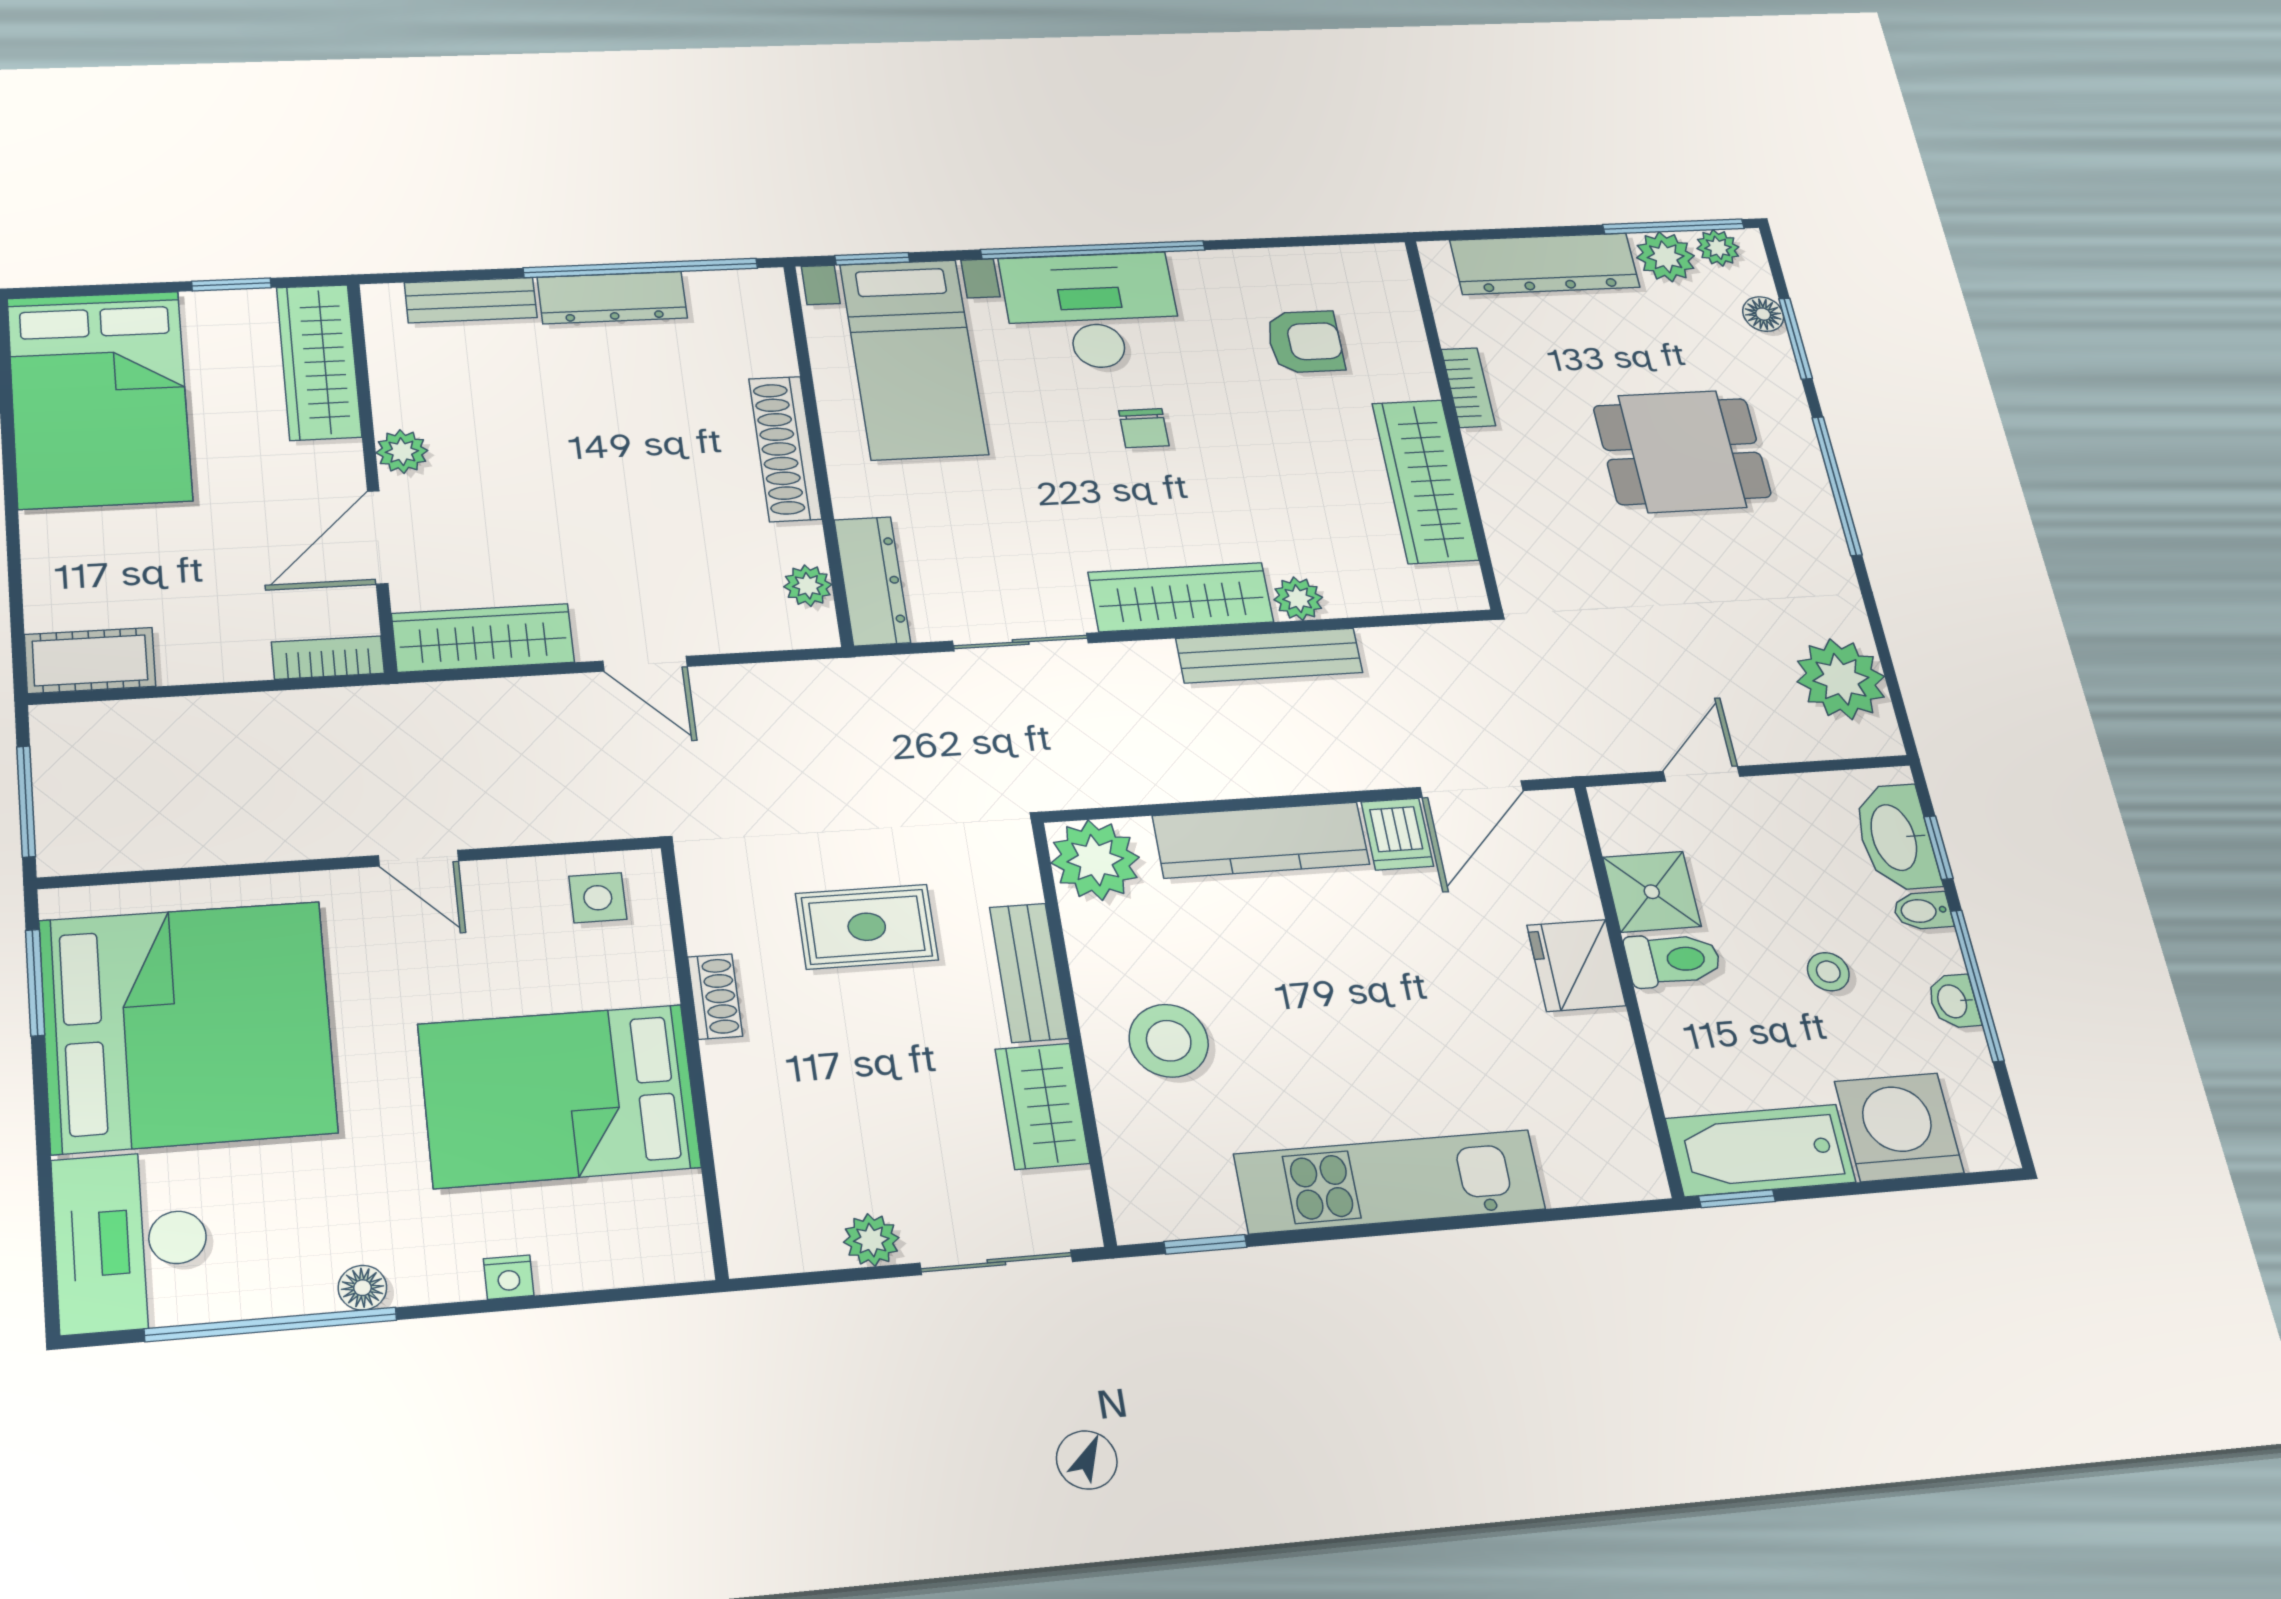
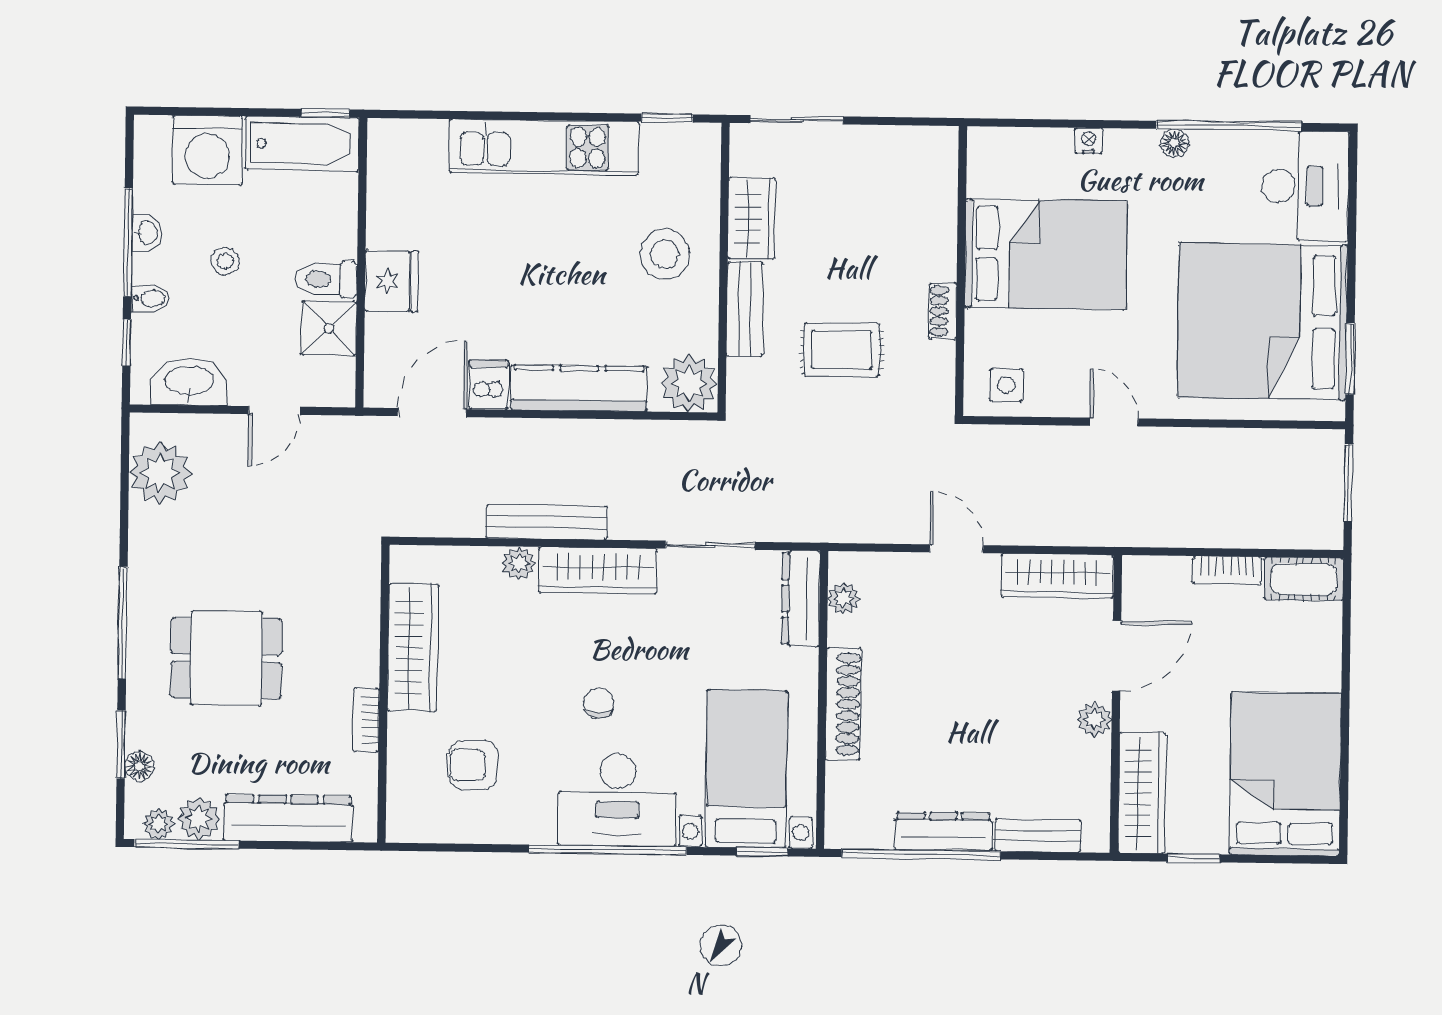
bookcase: (328, 658) -> (1227, 570), moved
washbasin: (1896, 837) -> (189, 382), moved, turned -90
plant: (871, 1240) -> (870, 142), removed

